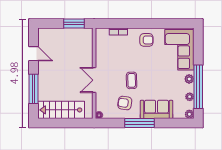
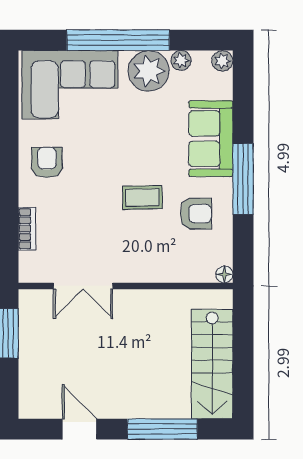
door: (34, 54) -> (79, 429), hinge flipped
plant: (189, 79) -> (149, 71), width x1.88, depth x1.88
double door: (94, 80) -> (83, 286), moved
window: (198, 87) -> (118, 40), moved
armchair: (125, 103) -> (196, 214), turned -99

